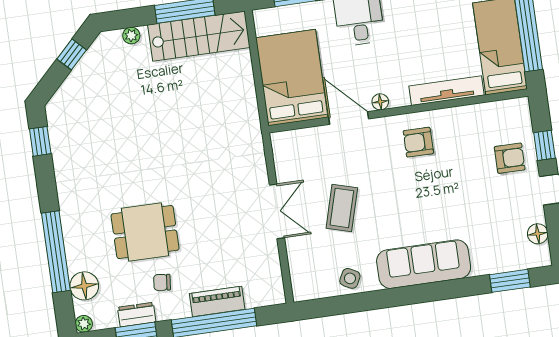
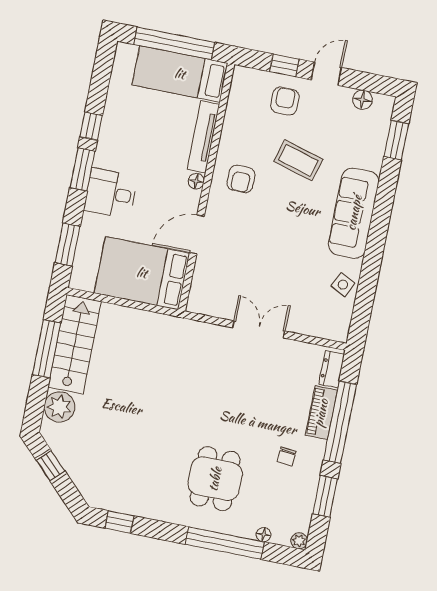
plant: (131, 36) -> (59, 407), width x1.87, depth x1.87
floor lamp: (380, 102) -> (196, 181), moved
coffee table: (342, 208) -> (298, 160), moved
dining table: (145, 232) -> (215, 479), moved
floor lamp: (84, 286) -> (264, 535), width x0.53, depth x0.53
dresser: (137, 315) -> (332, 369), moved

